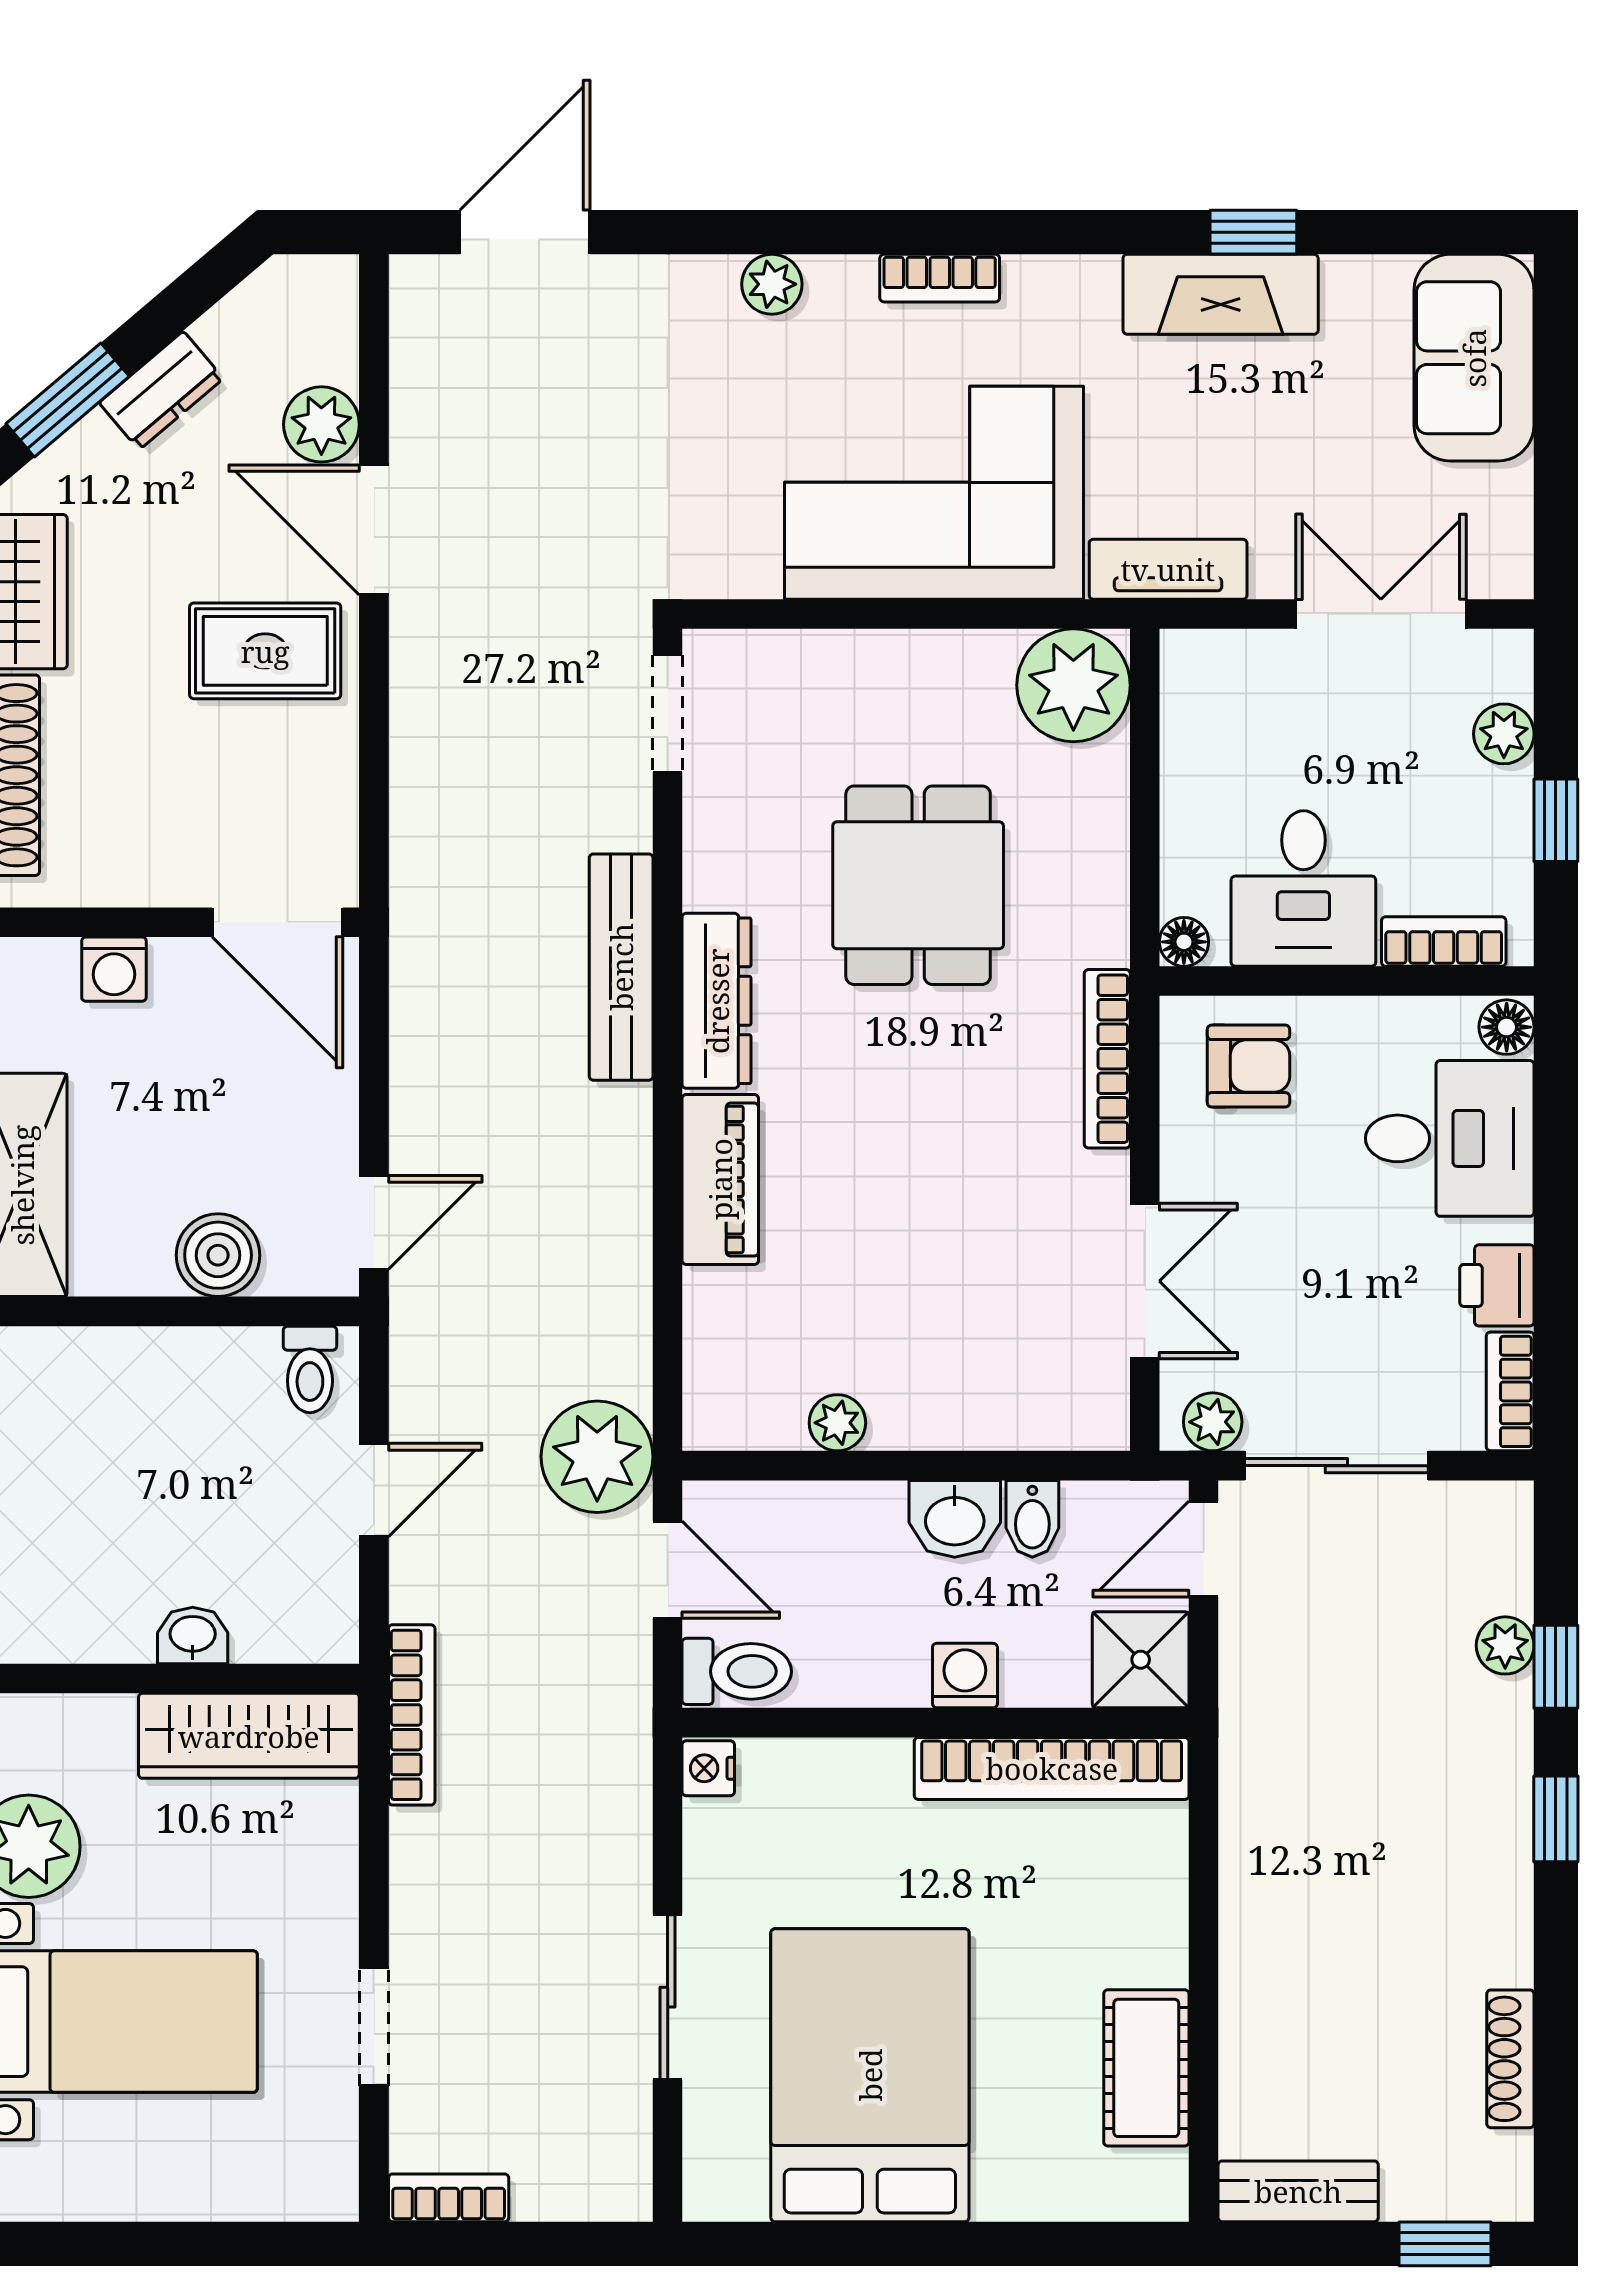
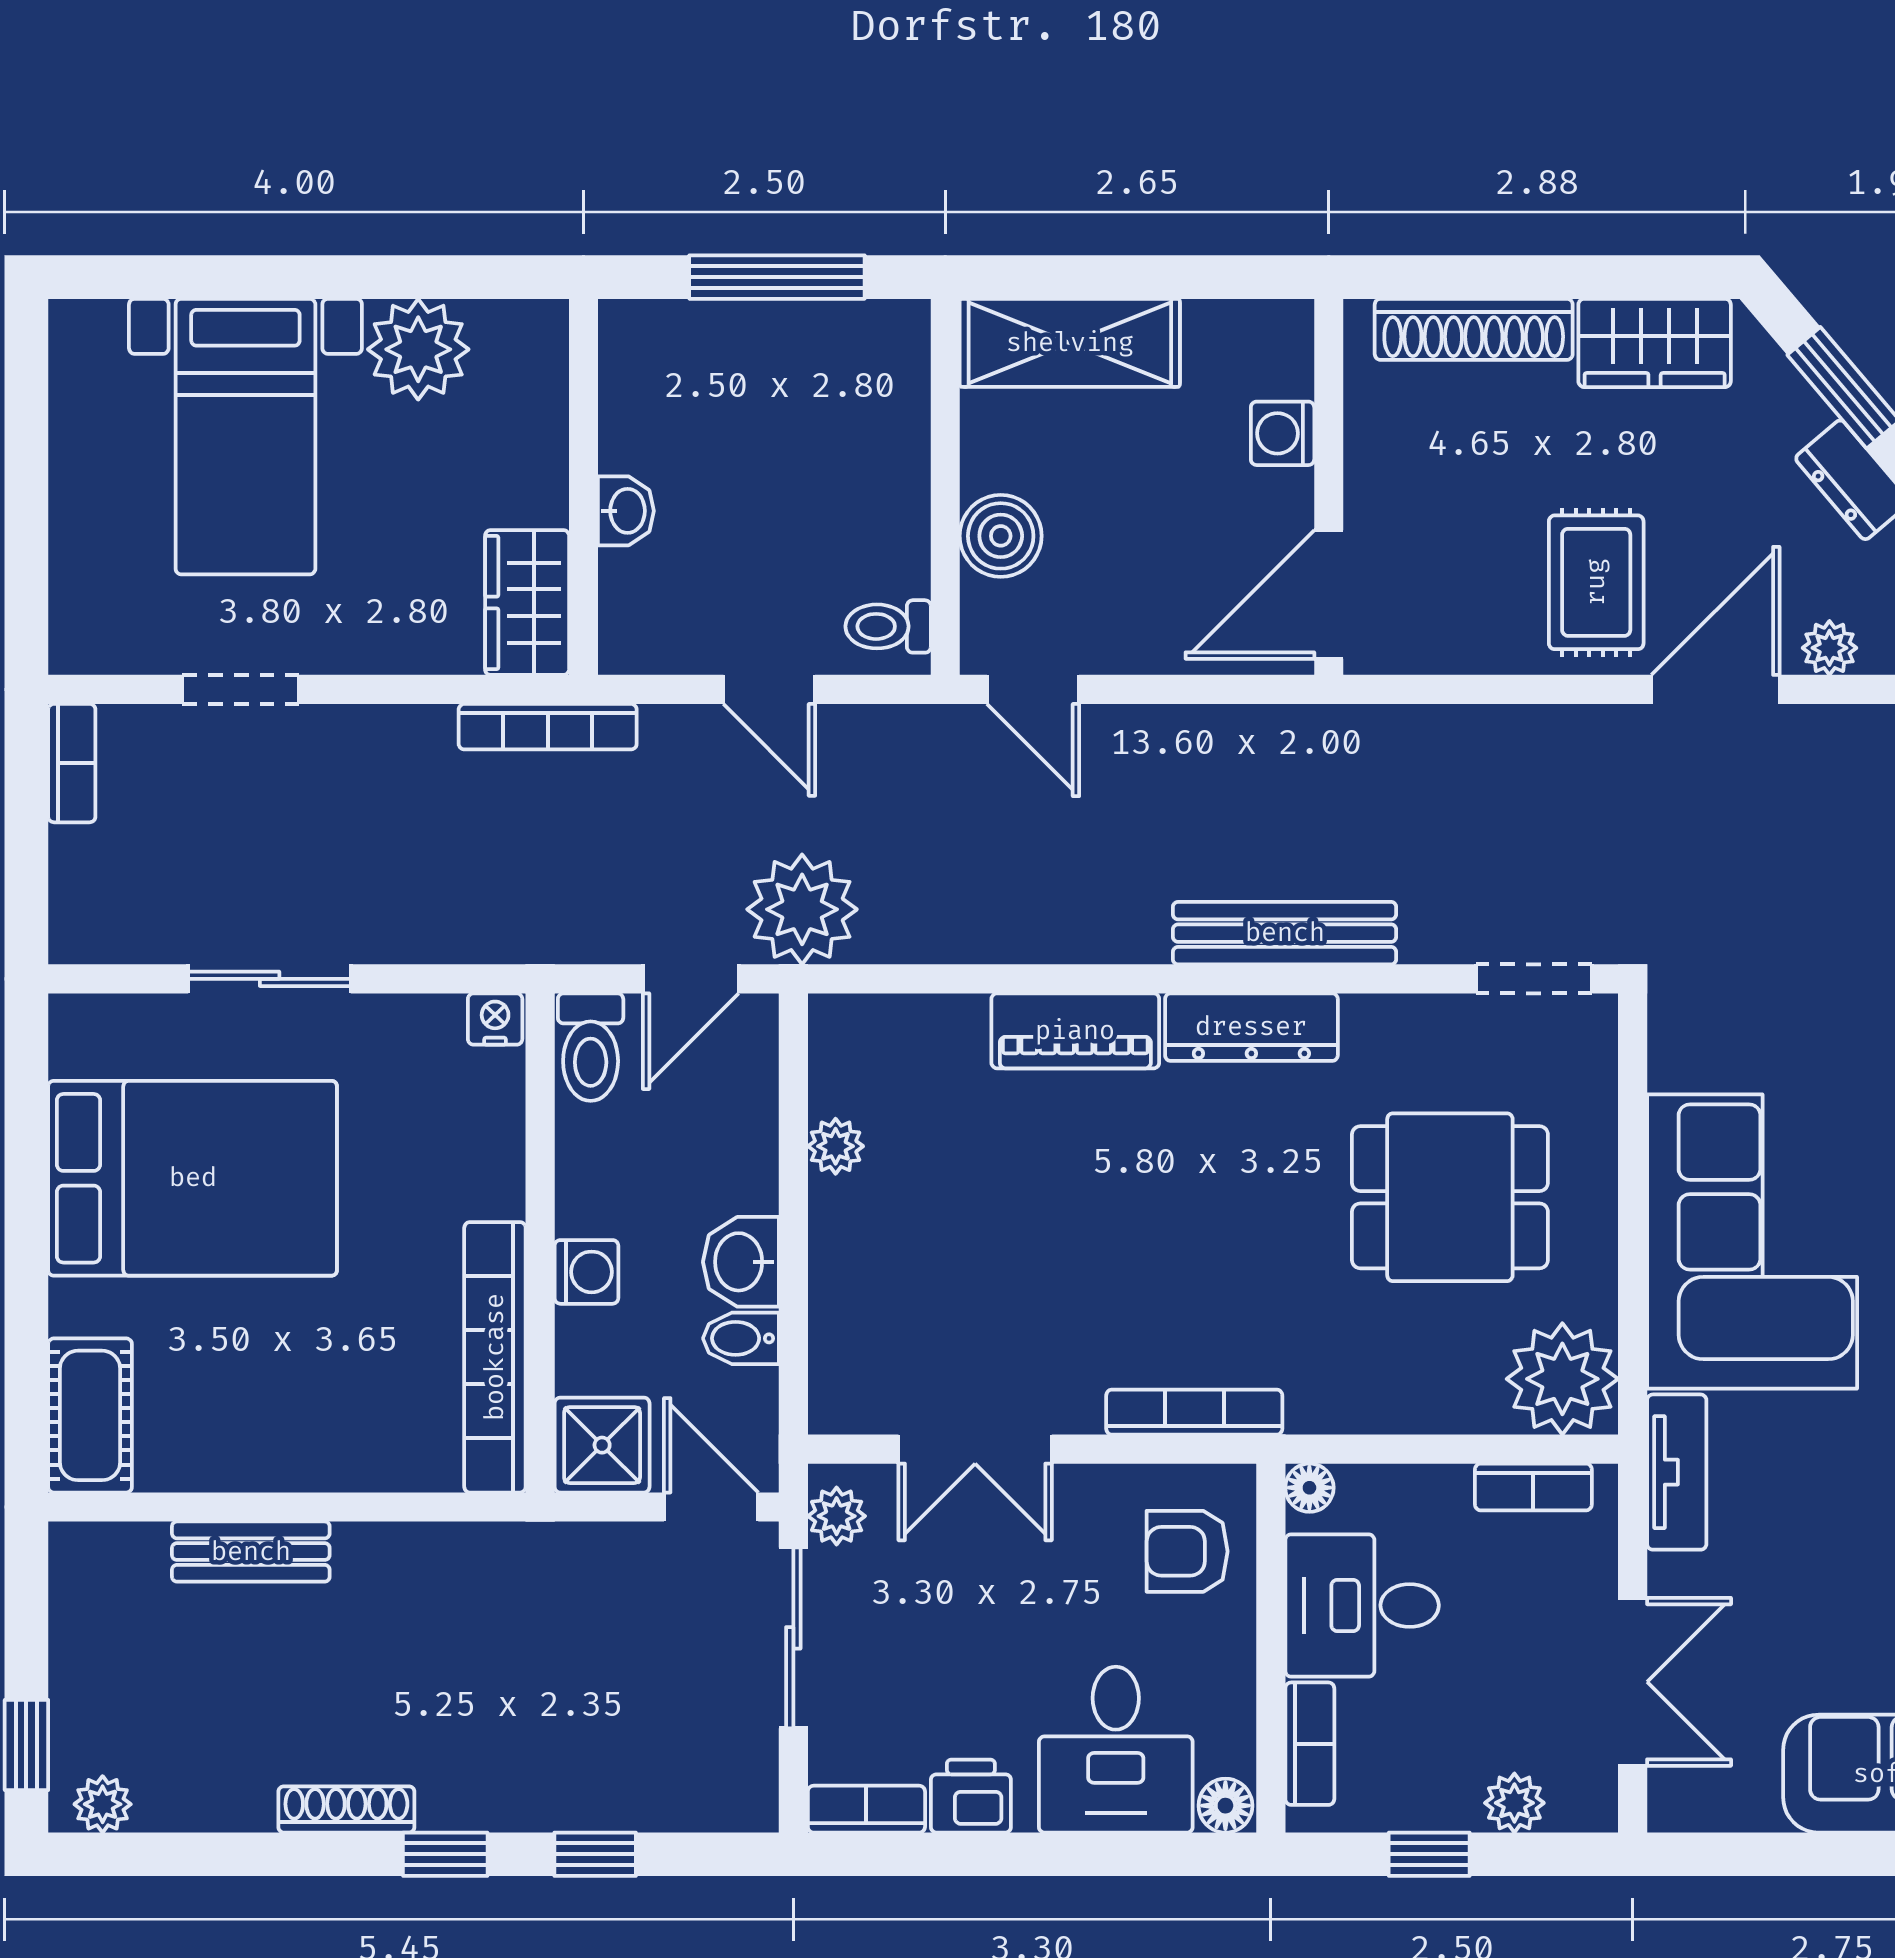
plant: (321, 424) -> (1829, 648), width x0.73, depth x0.73
bookcase: (1183, 715) -> (1533, 1487), added
dining table: (918, 885) -> (1450, 1197), moved
armchair: (1248, 1066) -> (1187, 1551), turned 90
plant: (1505, 1645) -> (103, 1804), moved
wardrobe: (249, 1736) -> (527, 603), width x0.67
shoe rack: (1510, 2059) -> (346, 1809), moved
cot: (1146, 2068) -> (90, 1415), moved, turned 90
bench: (1298, 2191) -> (251, 1552), moved, turned 90

